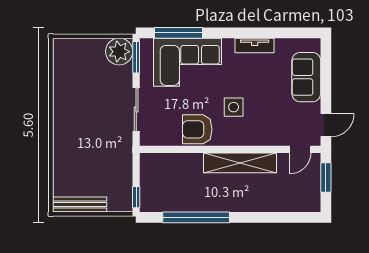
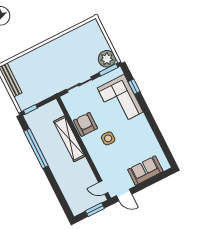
window: (178, 33) -> (134, 87), width x0.46
tv unit: (255, 45) -> (148, 133), removed
shelving: (240, 163) -> (69, 139), moved

